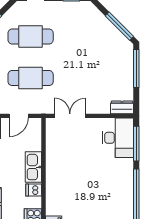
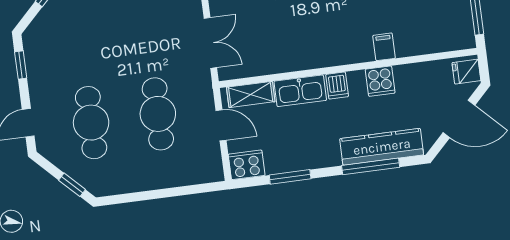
double door: (70, 116) -> (210, 43), swing flipped
shelving: (35, 136) -> (251, 94), added

